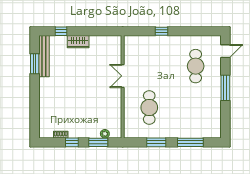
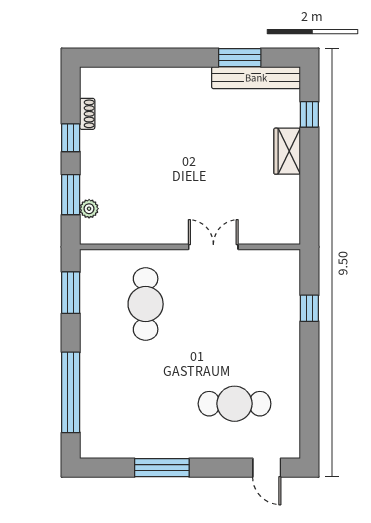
window: (162, 31) -> (309, 308), moved
window: (225, 88) -> (162, 468), moved
cafe table: (149, 107) -> (146, 304), turned 90
window: (156, 142) -> (71, 293), moved
window: (190, 142) -> (71, 392), width x1.46

